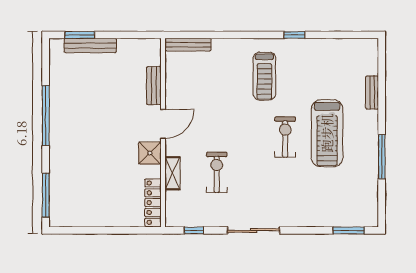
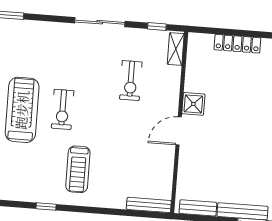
treadmill: (264, 76) -> (78, 169), turned 180
bench: (154, 86) -> (198, 208), moved, turned 90
shelving: (173, 173) -> (176, 49), moved
locker: (153, 203) -> (237, 44), moved, turned 90

